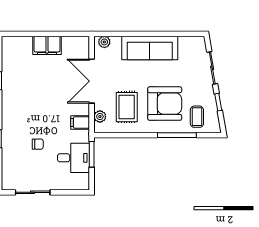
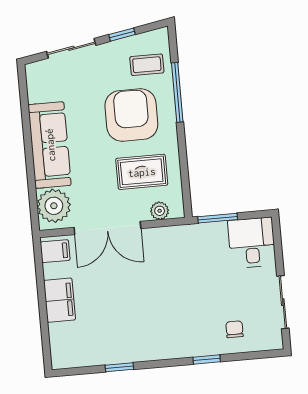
plant: (104, 42) -> (54, 206), width x1.88, depth x1.88
filing cabinet: (80, 122) -> (55, 251), moved, turned -90
chair: (38, 144) -> (234, 329), moved
desk: (74, 158) -> (252, 243), moved

